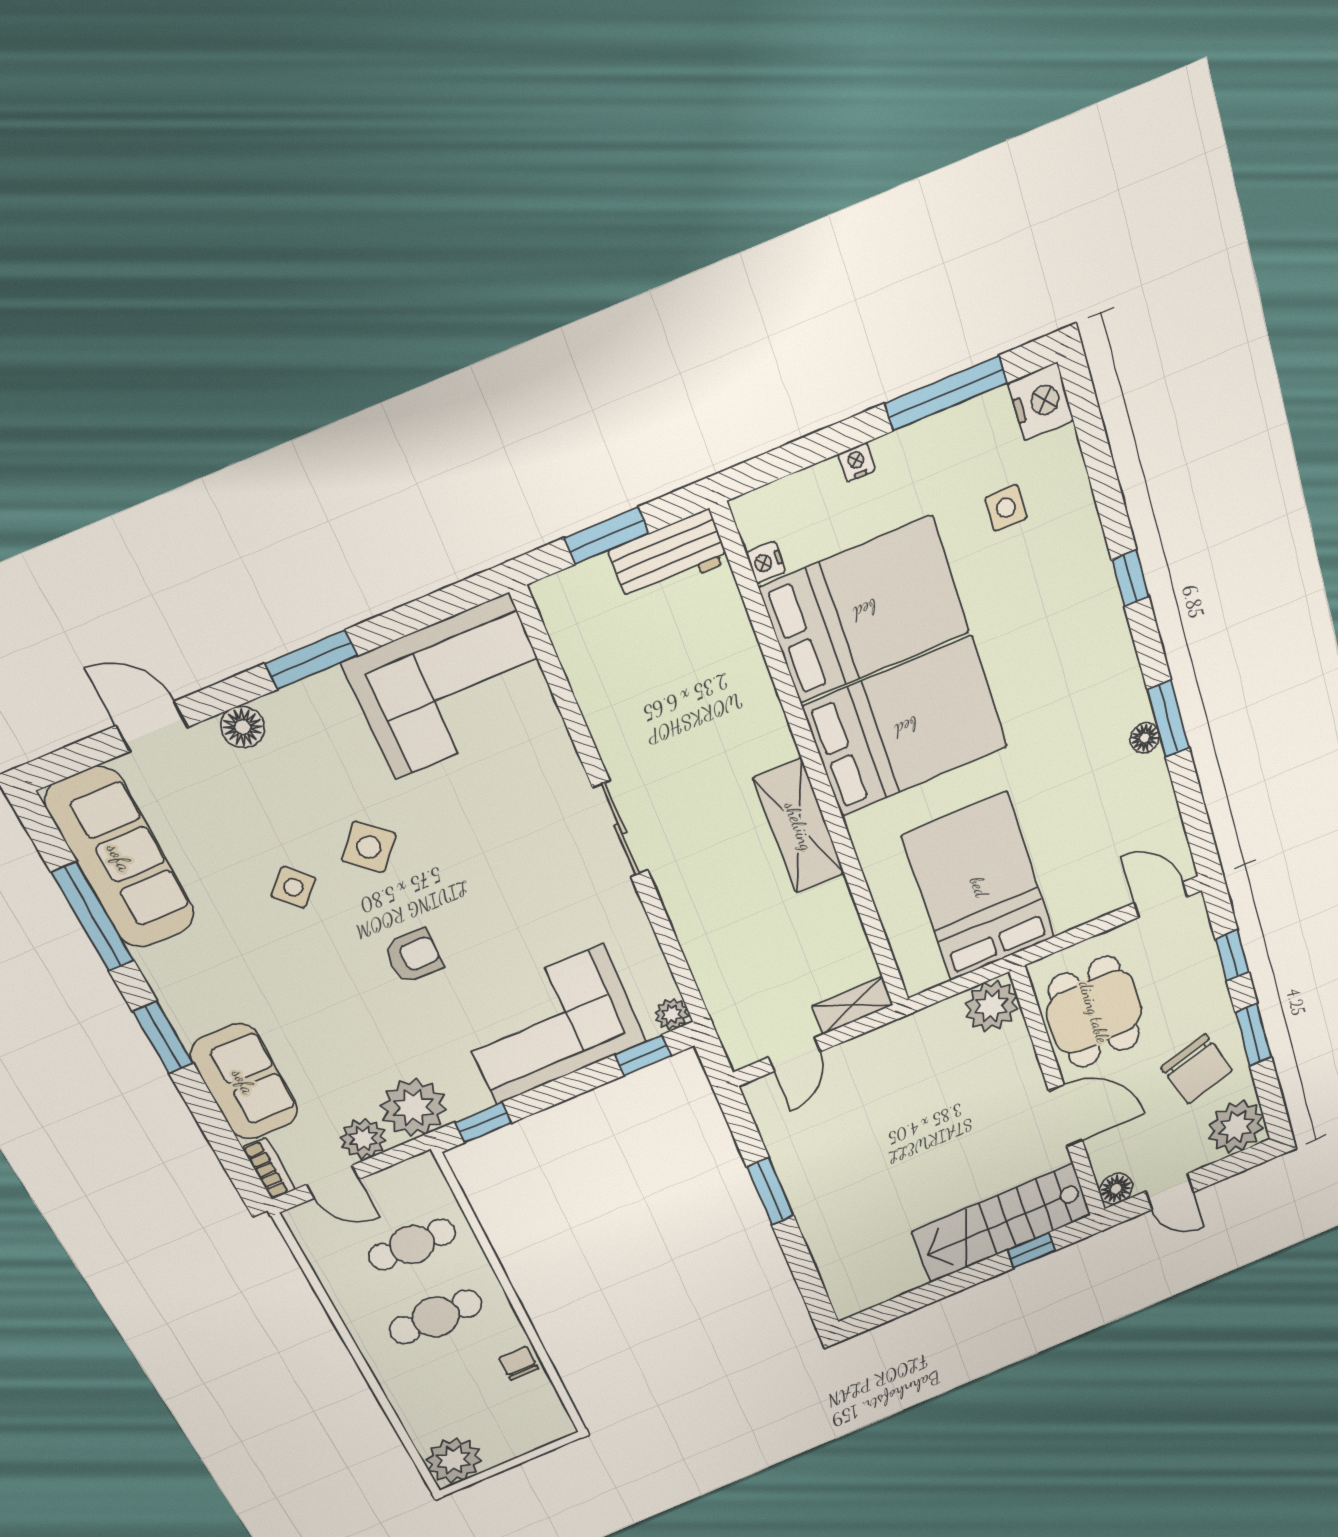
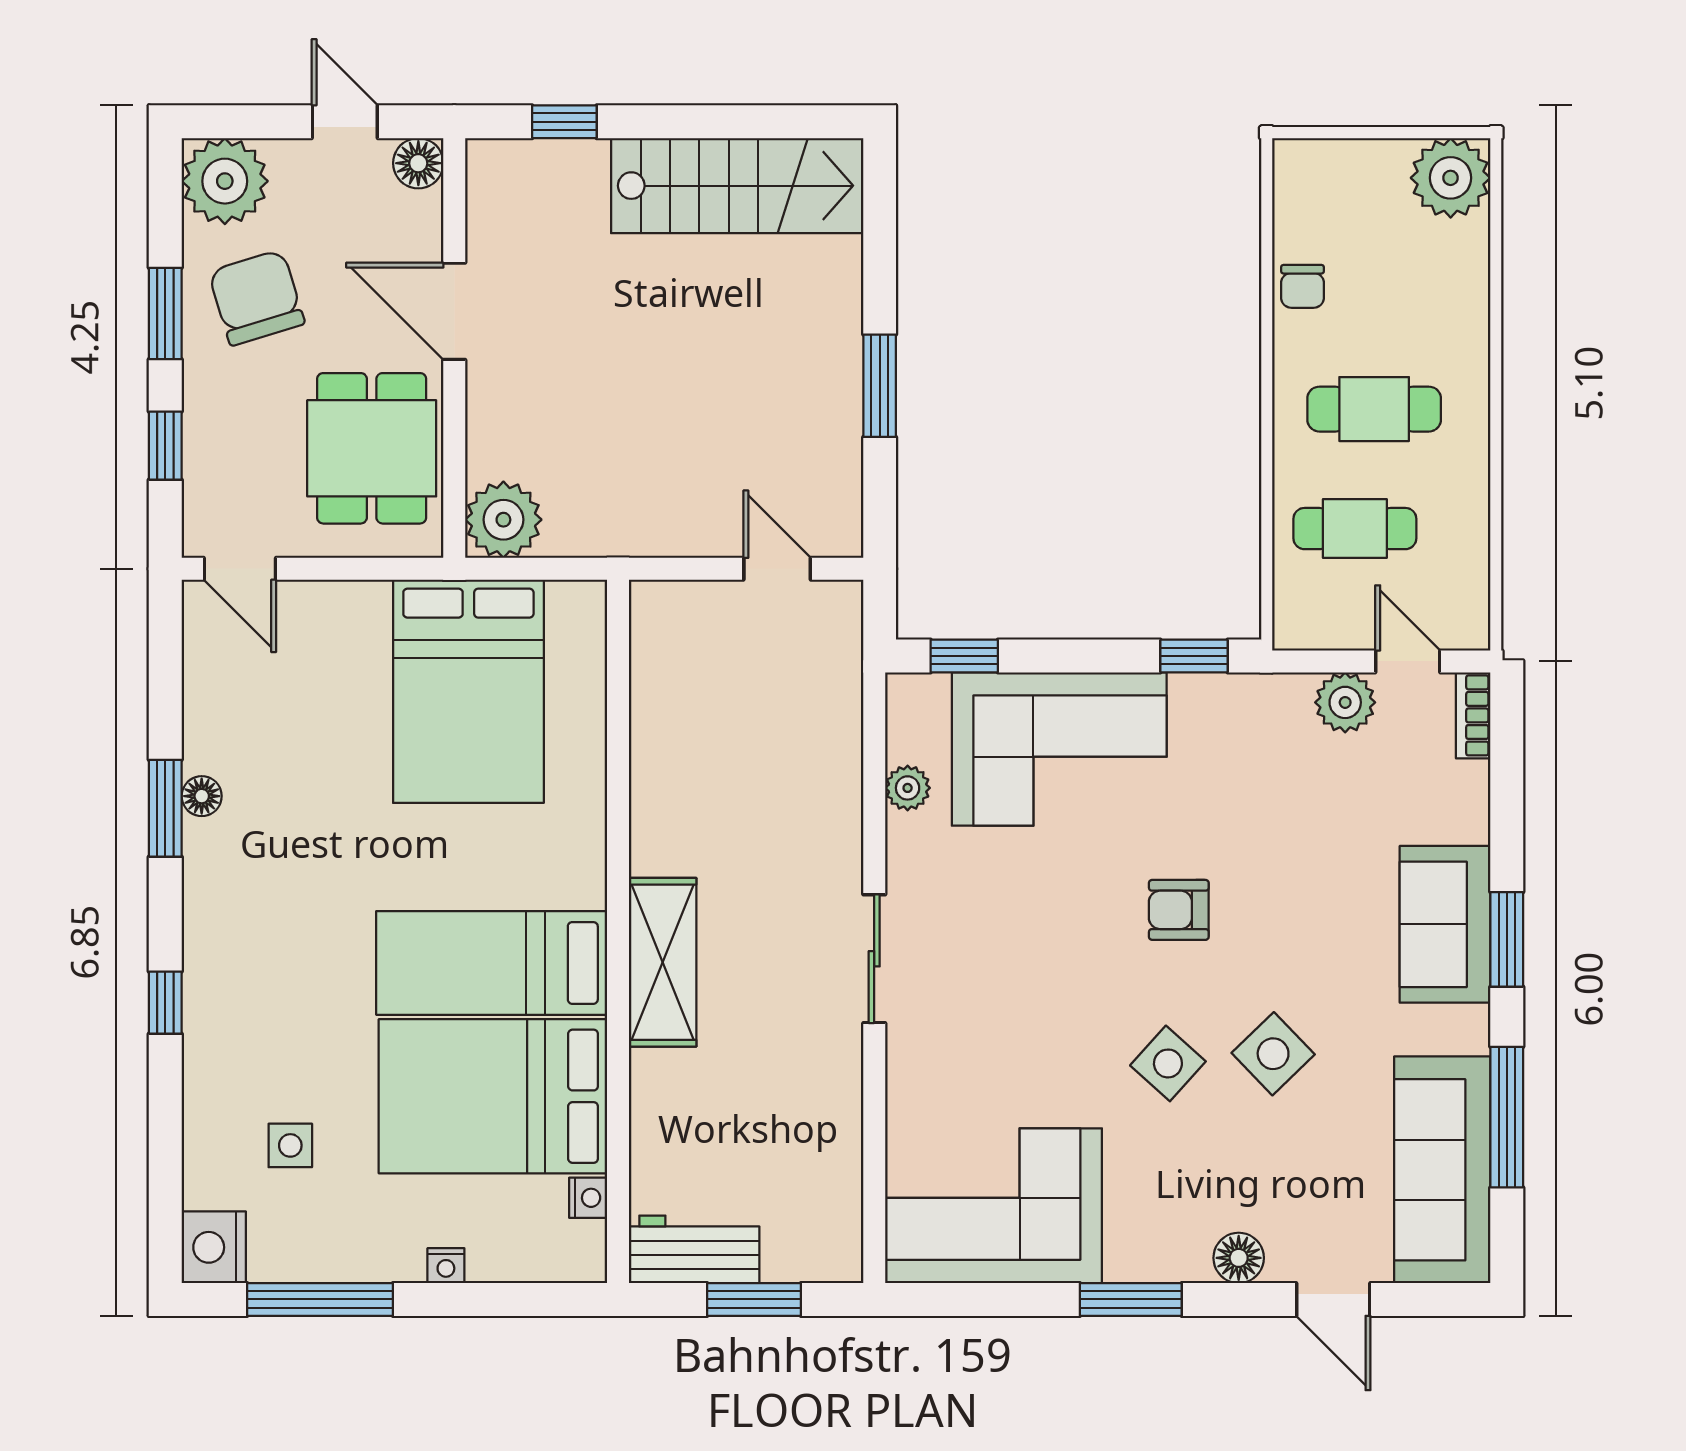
bed: (906, 727) -> (492, 963), width x0.67
shelving: (799, 826) -> (663, 962), moved
side table: (293, 887) -> (1273, 1054), width x1.37, depth x1.37
shelving: (852, 1005) -> (680, 603), removed
plant: (672, 1014) -> (908, 788), moved
door: (794, 1054) -> (777, 569), hinge flipped
sofa: (244, 1082) -> (1445, 924), moved
plant: (413, 1107) -> (1267, 716), removed
stairs: (1002, 1223) -> (737, 186), moved

